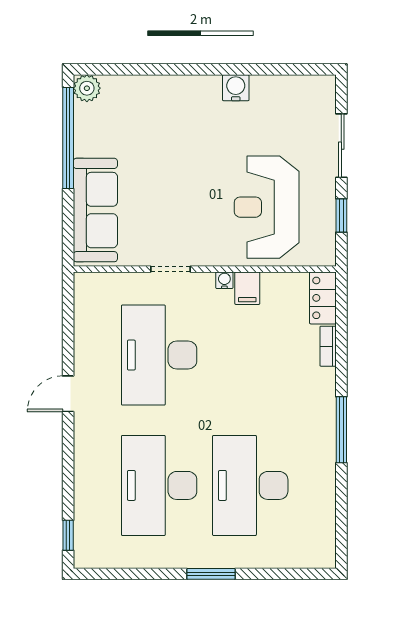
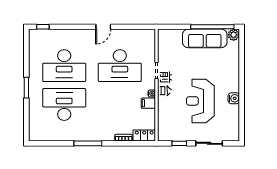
reception desk: (267, 207) -> (200, 101), moved, turned -90
sofa: (95, 210) -> (205, 38), moved
desk: (159, 355) -> (120, 66), turned 180
door: (68, 394) -> (103, 27), swing flipped
desk: (159, 485) -> (64, 66), turned 180

